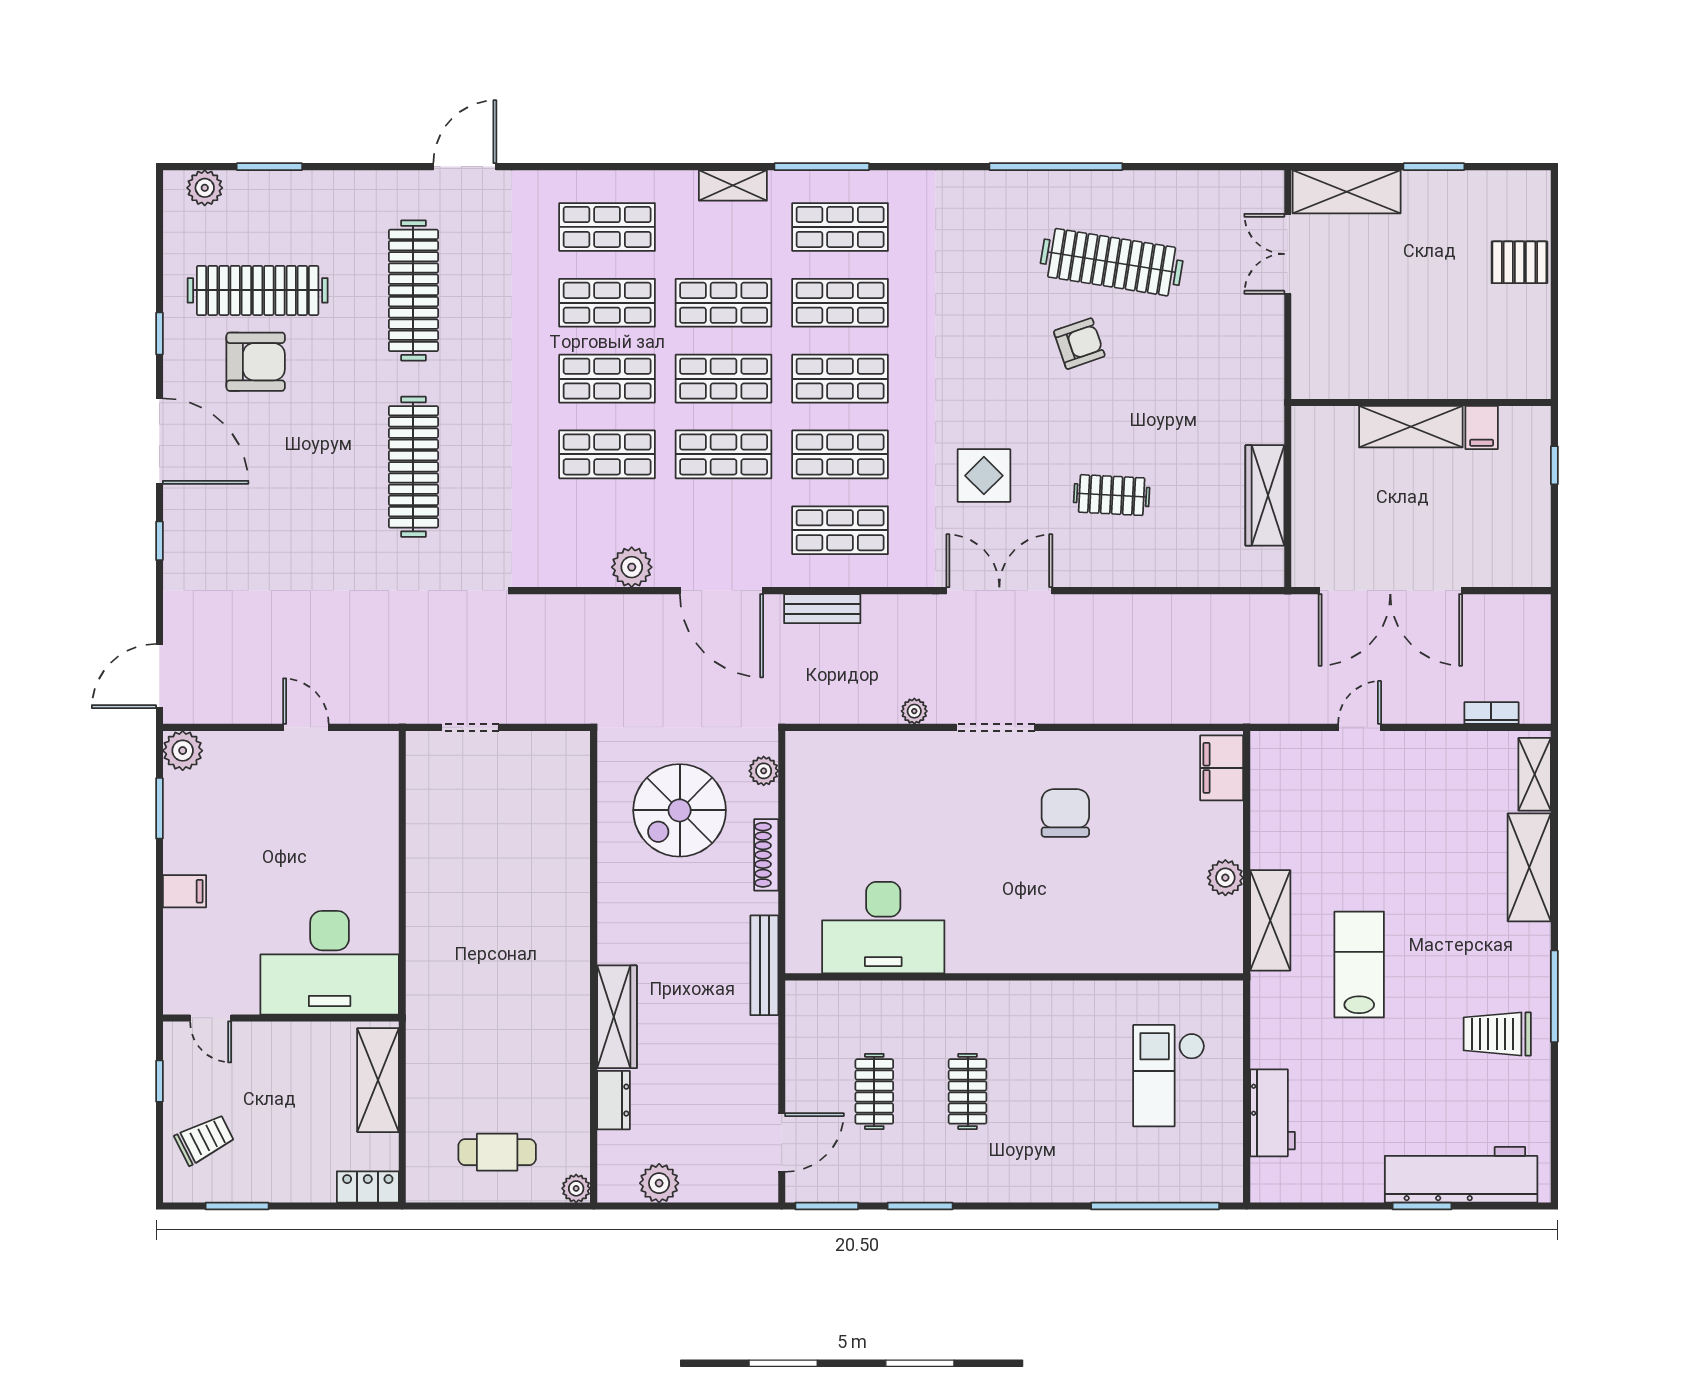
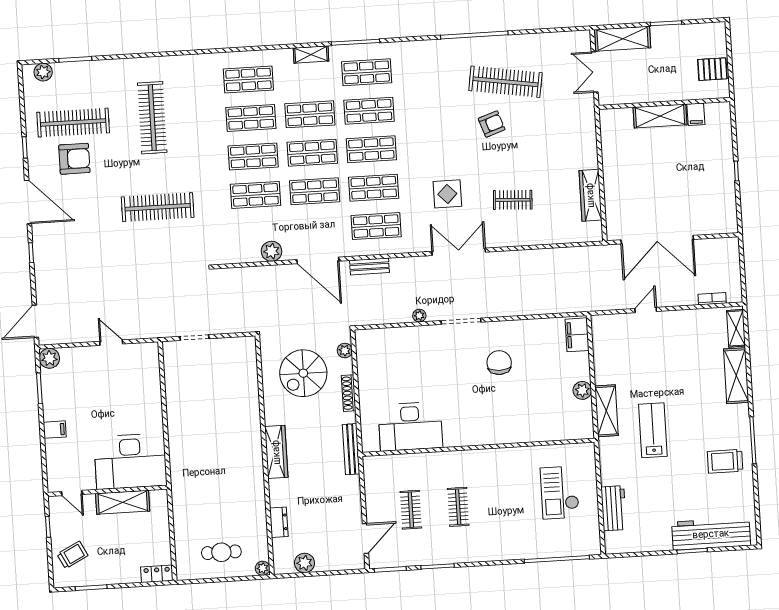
door: (465, 167) -> (174, 53), removed
wall: (1421, 403) -> (664, 103), moved
shelving: (1411, 427) -> (660, 116), moved
filing cabinet: (1482, 428) -> (696, 114), moved
clothes rail: (413, 467) -> (158, 207), turned 90
wardrobe: (617, 1017) -> (276, 452), moved
shelving: (378, 1080) -> (123, 502), moved, turned 90

